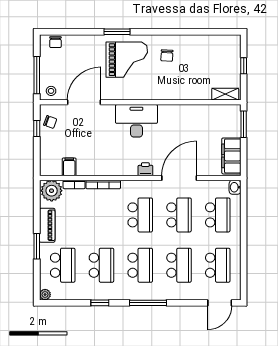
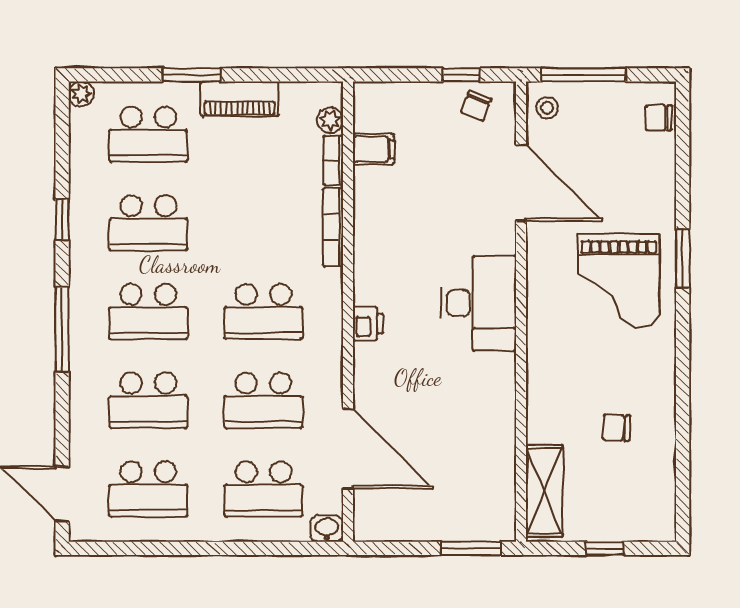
chair: (167, 56) -> (617, 428), moved
shelving: (225, 94) -> (544, 491), width x1.50, depth x1.33
filing cabinet: (231, 156) -> (398, 520), removed
door: (179, 178) -> (348, 448), moved
plant: (52, 191) -> (330, 120), width x0.53, depth x0.53

